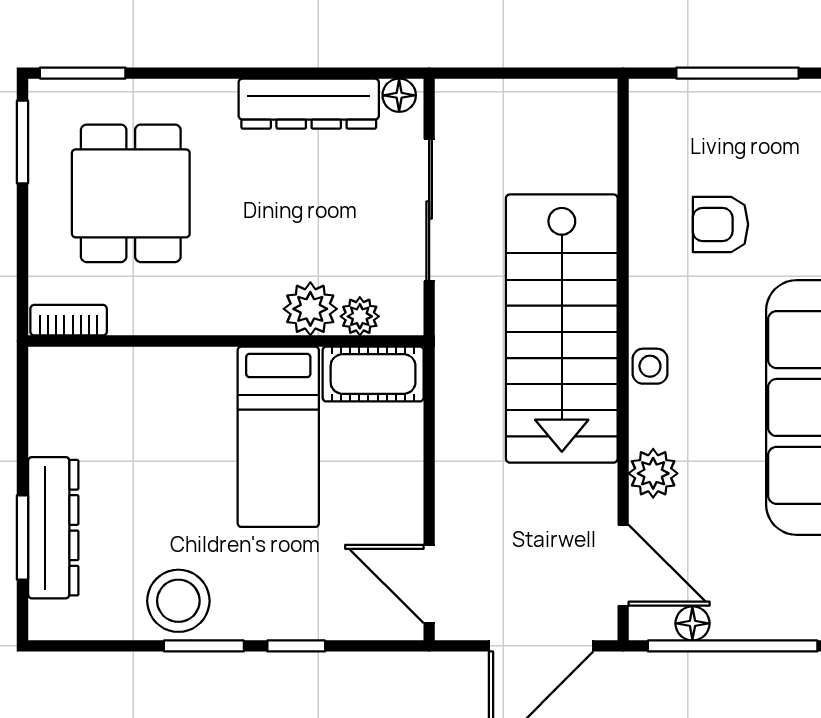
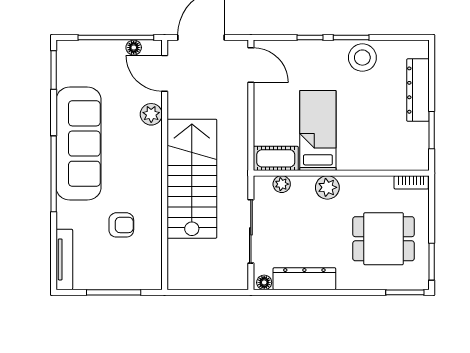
dining table: (131, 193) -> (384, 239), turned 90
plant: (310, 309) -> (327, 187), moved
side table: (650, 366) -> (153, 162), removed
window: (23, 538) -> (432, 130), moved

